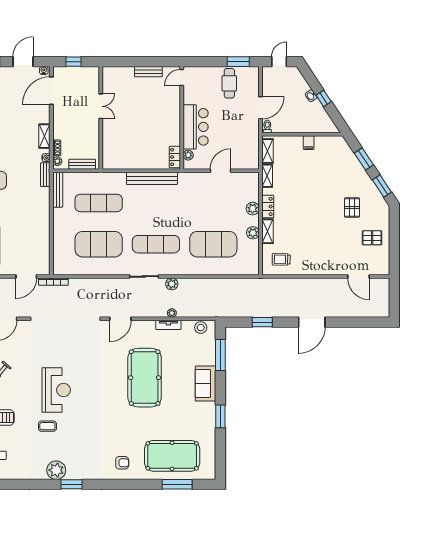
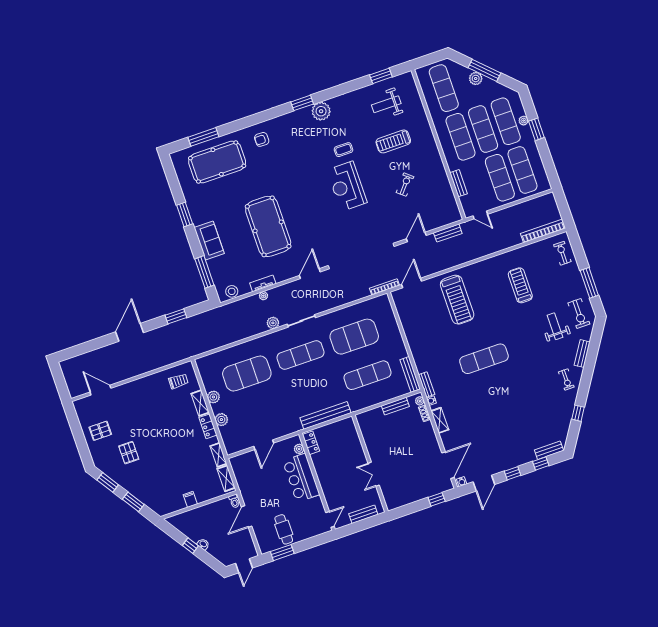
double door: (101, 106) -> (374, 474), moved
wall: (101, 118) -> (370, 464), moved

